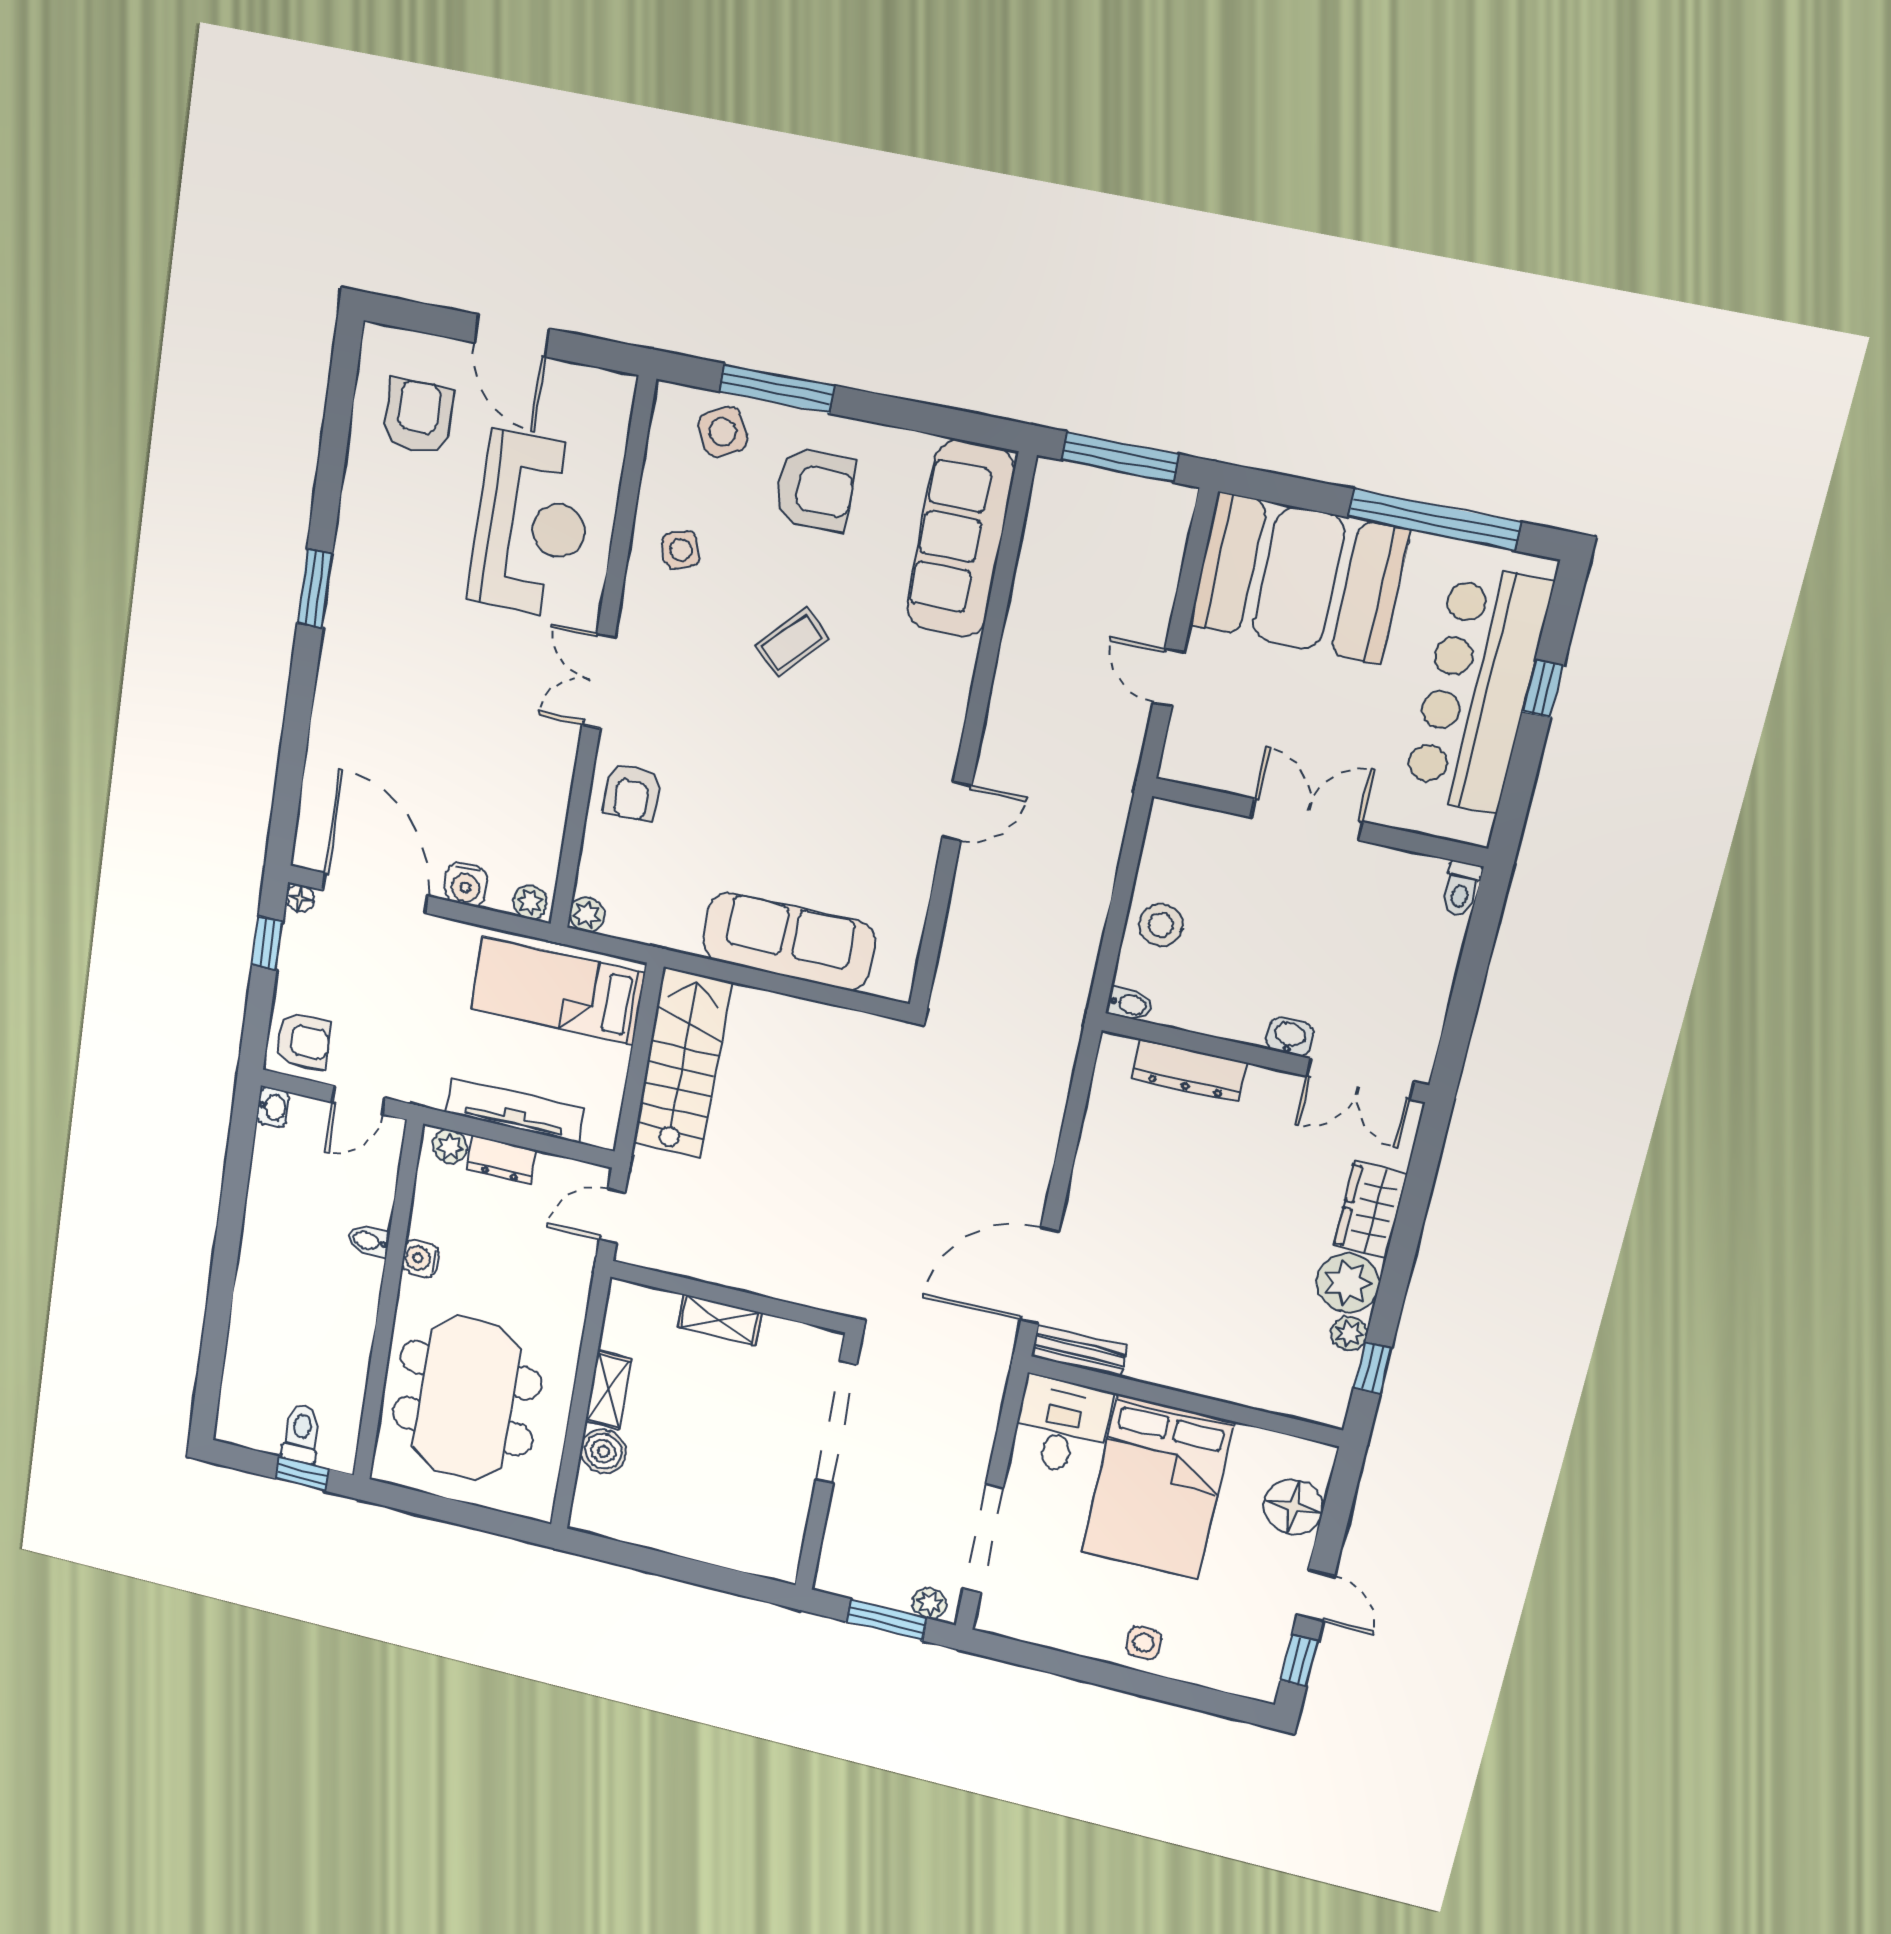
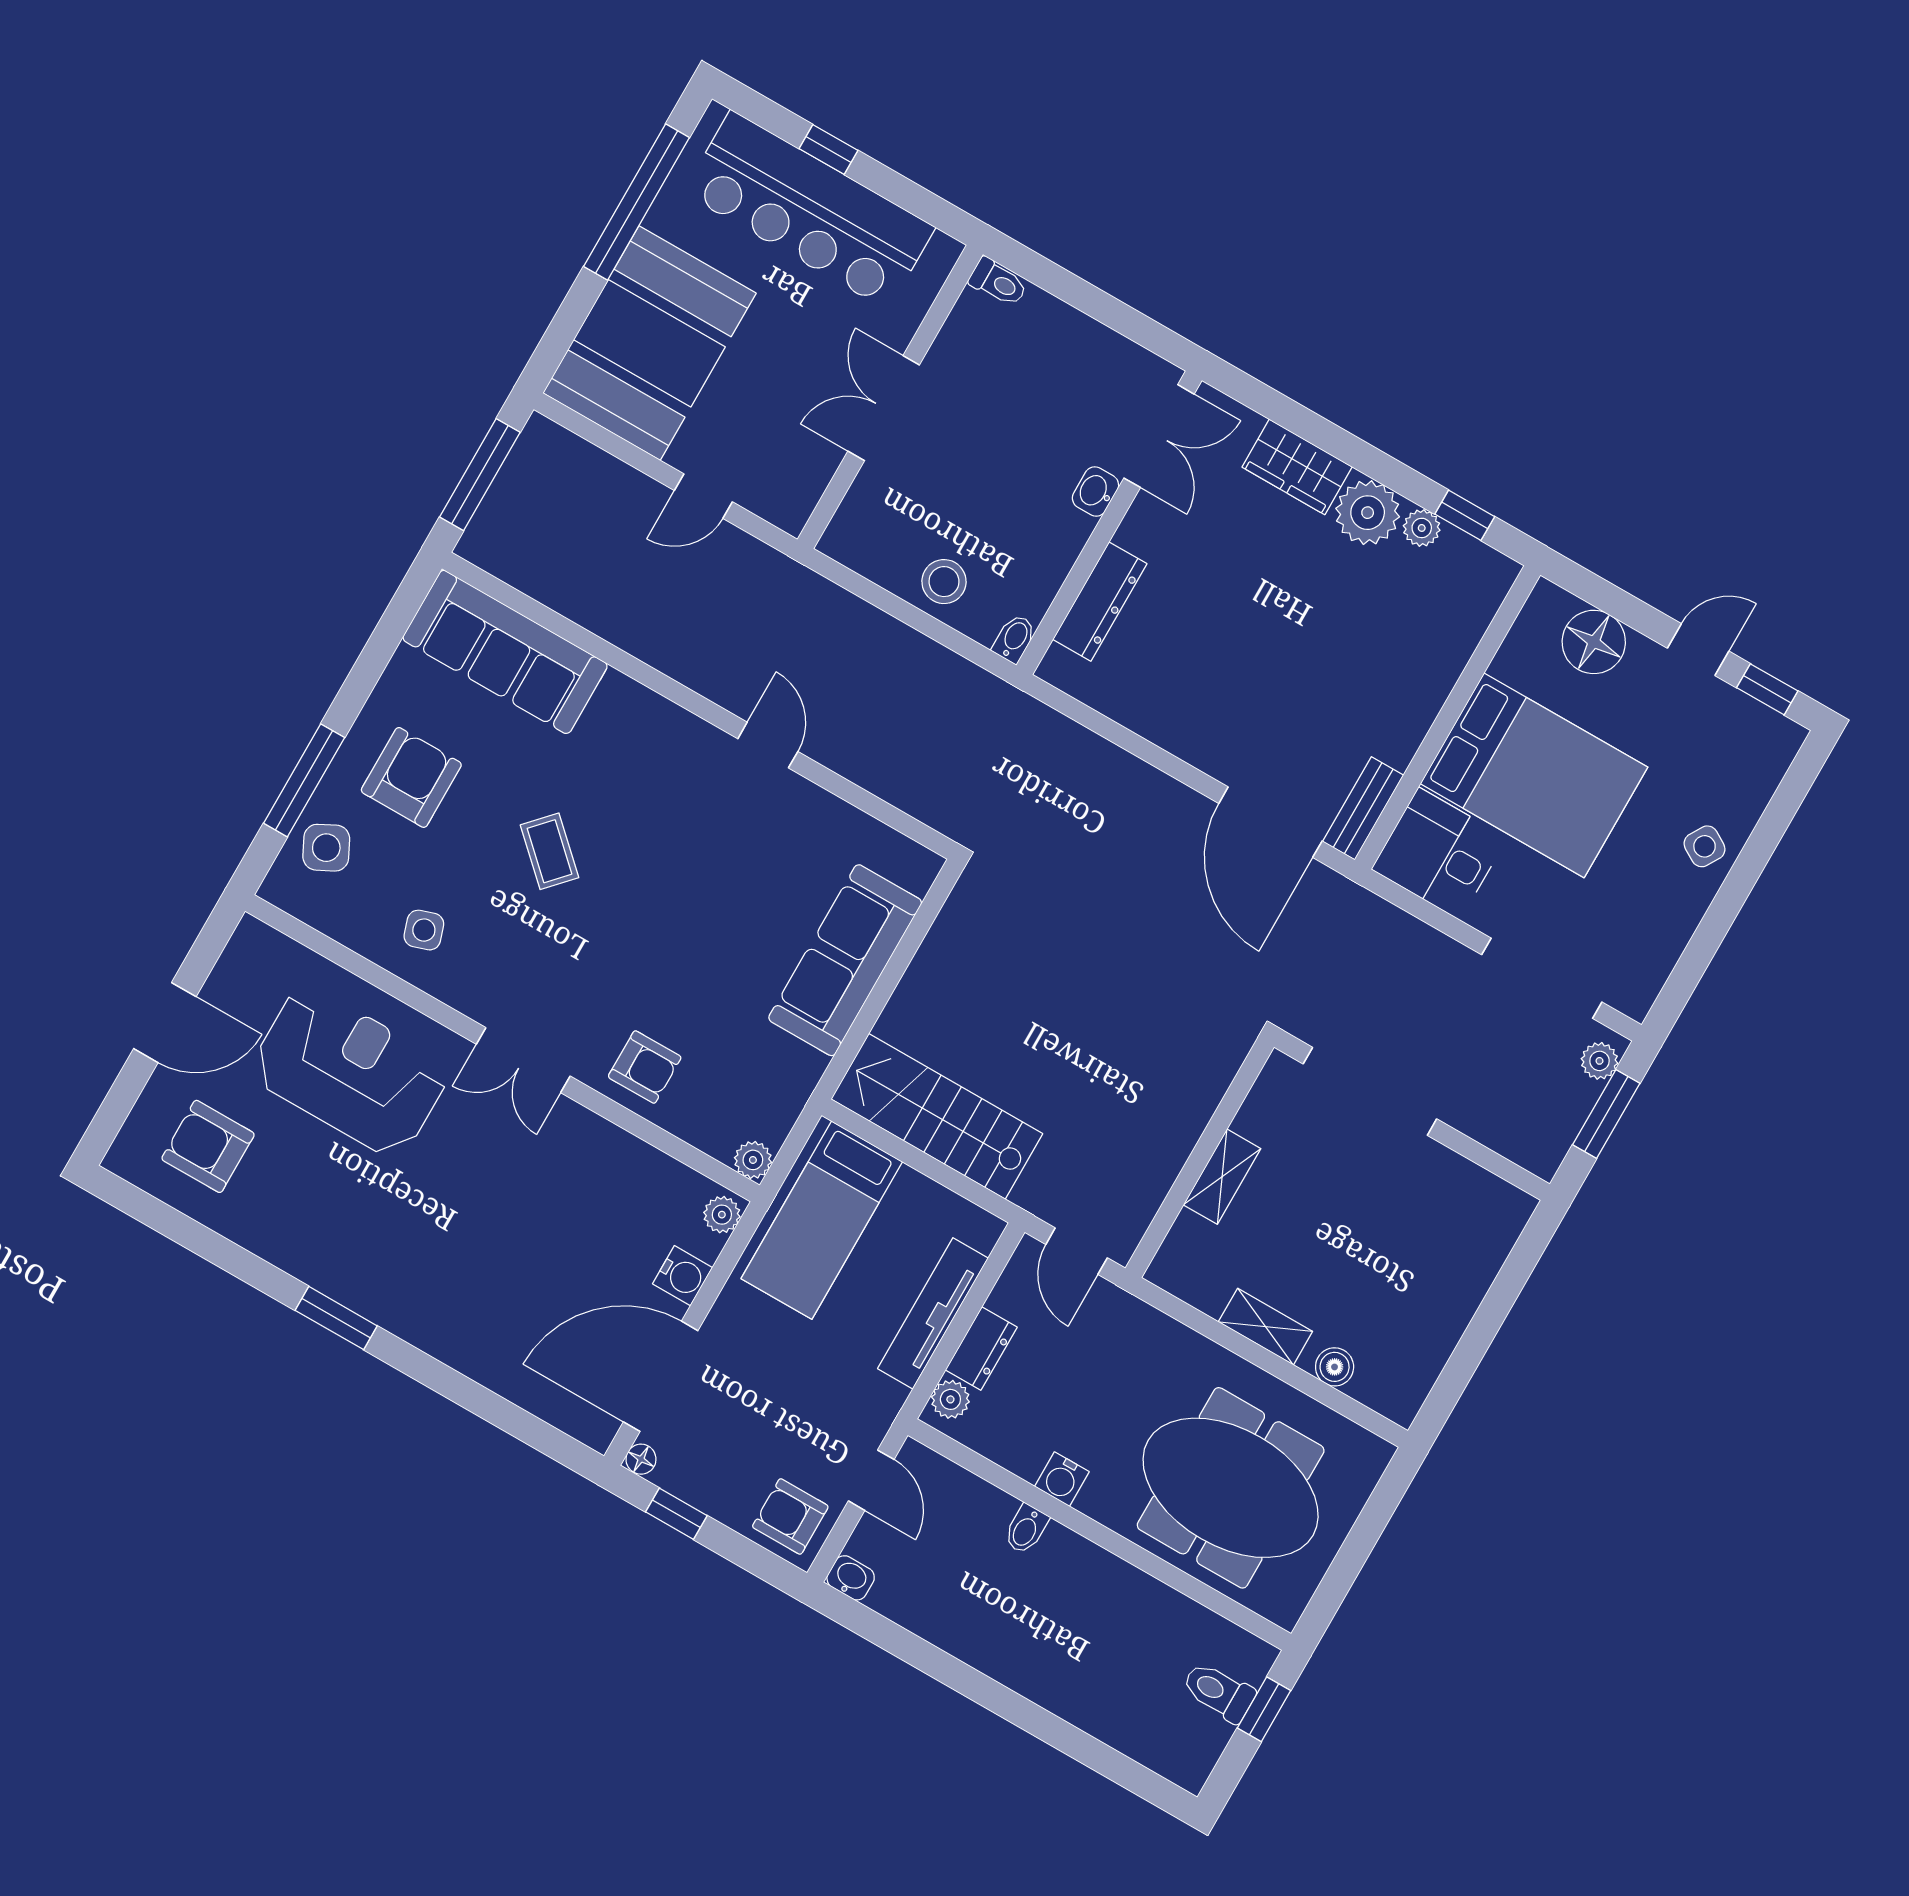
armchair: (303, 1041) -> (790, 1516), turned -90
boiler: (603, 1451) -> (1335, 1367), width x0.73, depth x0.73
side table: (1144, 1643) -> (1705, 846), turned 31

